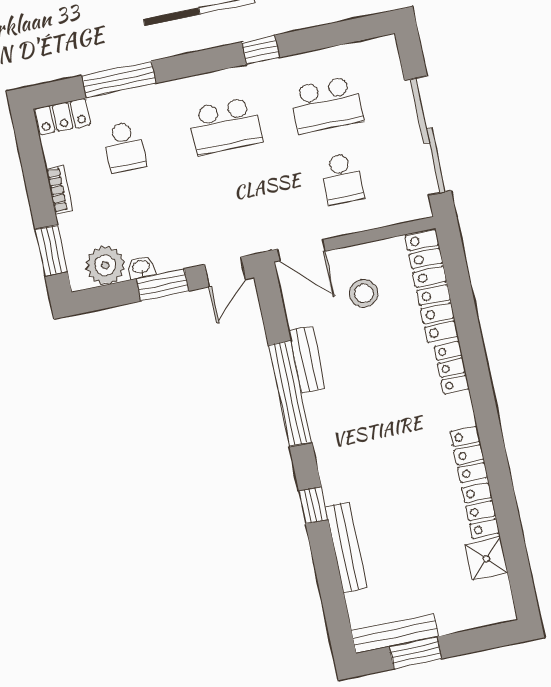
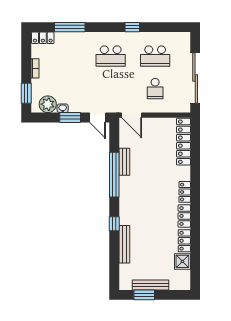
school desk: (125, 147) -> (66, 56), removed
door: (225, 272) -> (98, 118), hinge flipped
stool: (364, 293) -> (154, 139), removed
locker: (452, 368) -> (185, 192), moved
bench: (395, 633) -> (150, 285), moved

